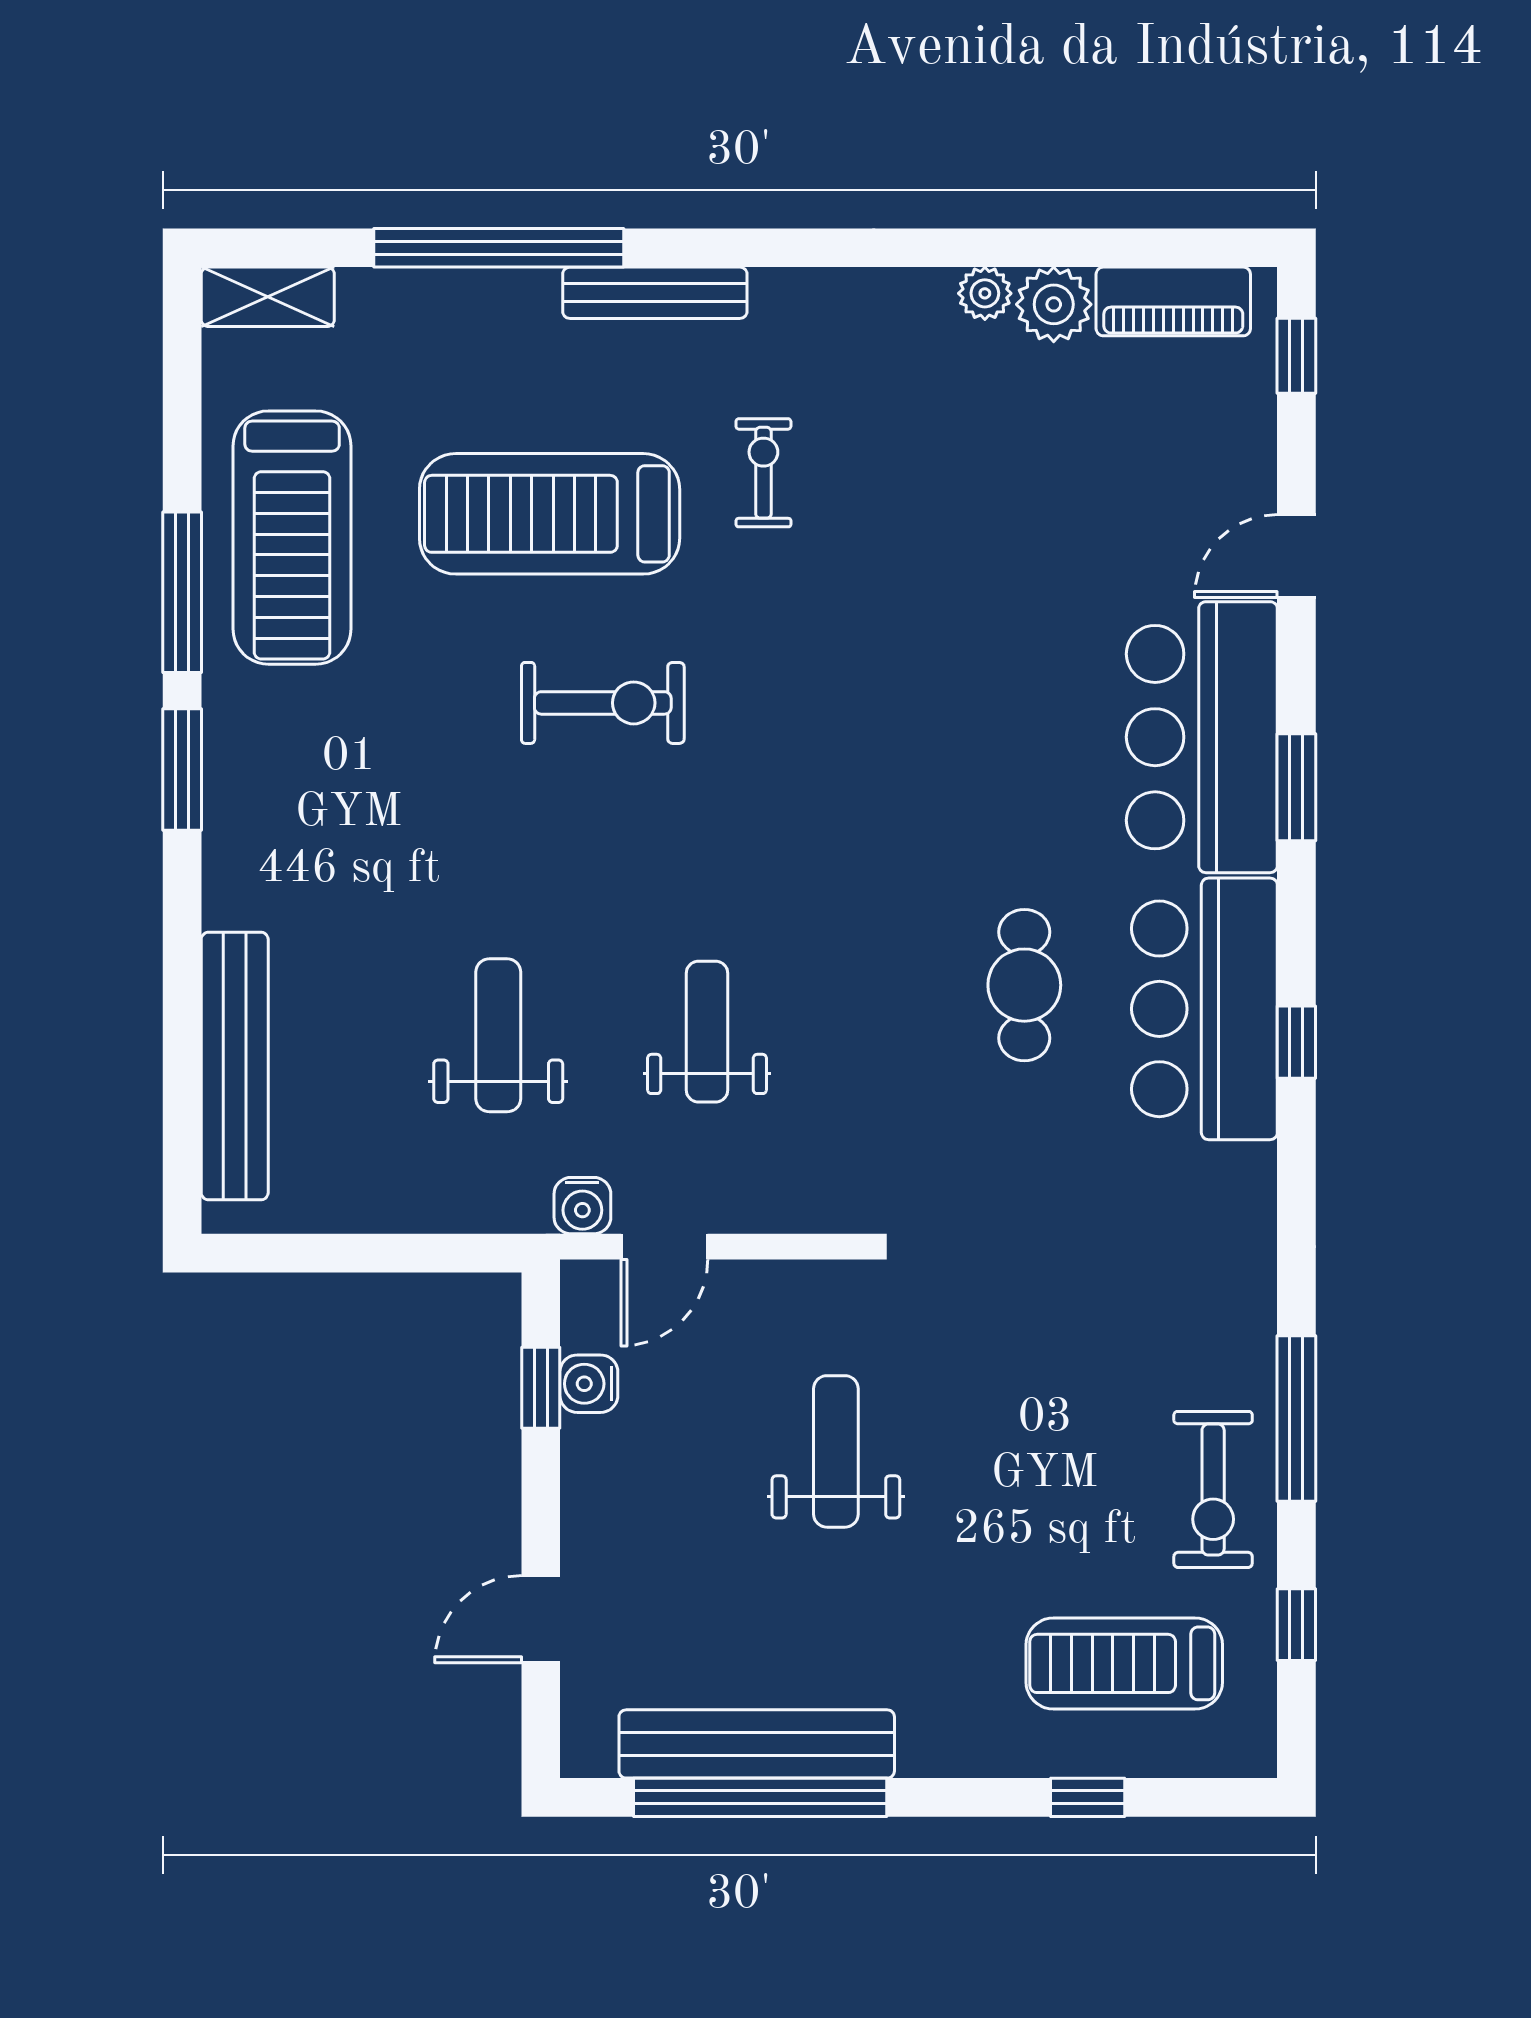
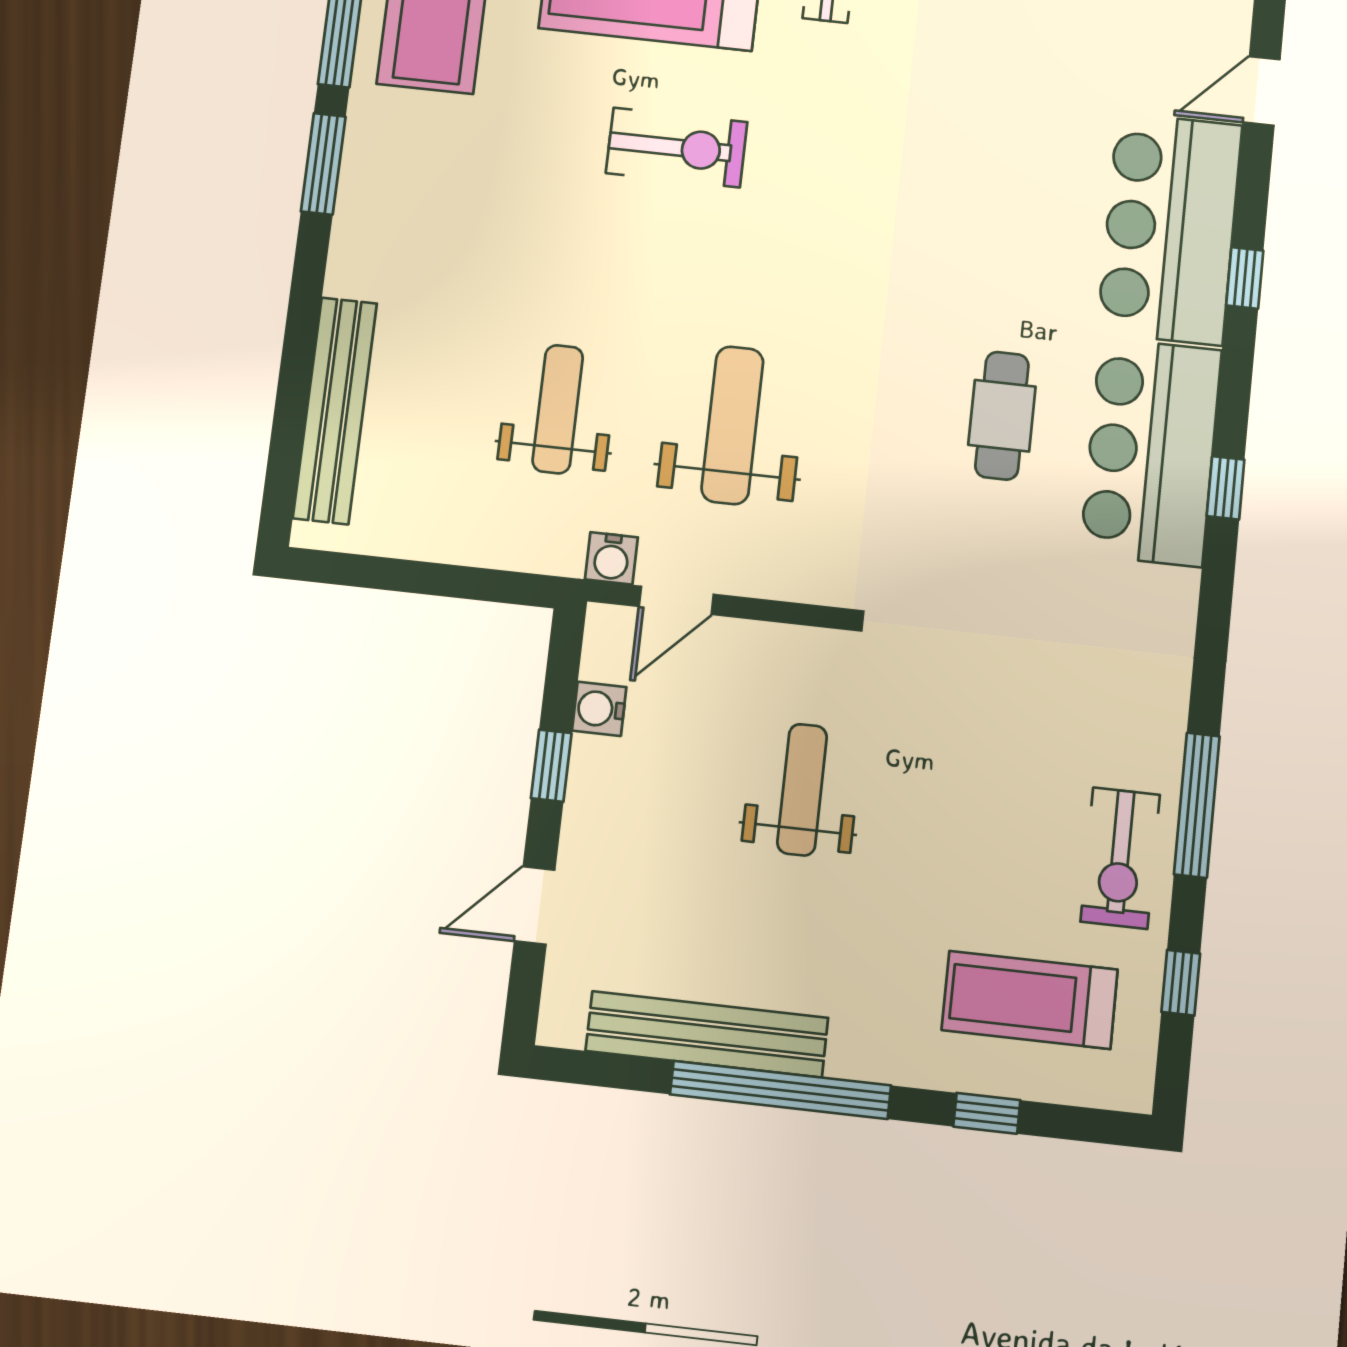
window: (1296, 787) -> (1245, 278), width x0.67
weight bench: (707, 1032) -> (732, 425), width x1.36, depth x1.33
window: (541, 1388) -> (551, 766), moved
window: (760, 1797) -> (780, 1090), moved

